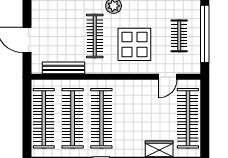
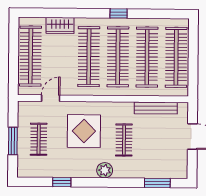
window: (205, 34) -> (13, 141), width x0.47
clothes rail: (95, 36) -> (124, 140), width x0.73
clothes rail: (130, 118) -> (89, 57), added

